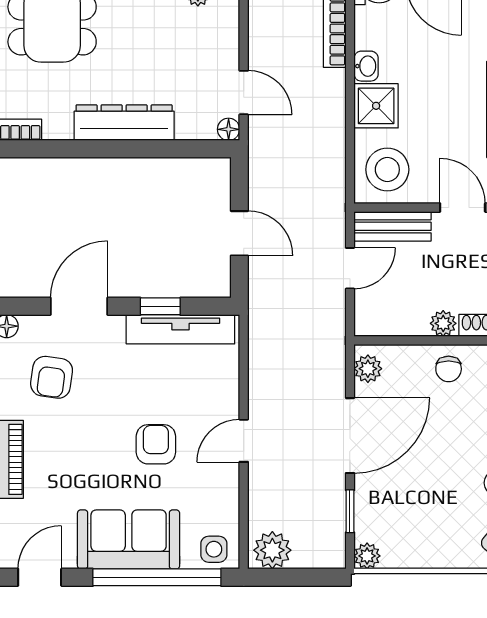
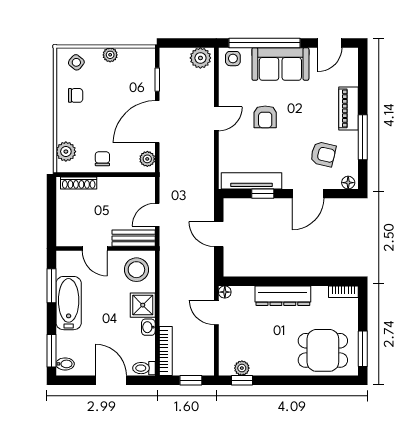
plant: (443, 323) -> (105, 184), removed
armchair: (52, 377) -> (323, 154), turned 95
plant: (367, 556) -> (110, 55), moved

